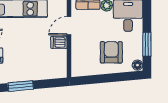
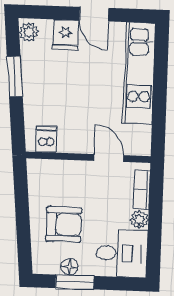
dishwasher: (59, 42) -> (46, 139), moved
floor lamp: (138, 65) -> (69, 267), moved

